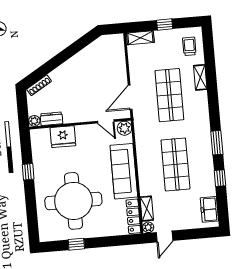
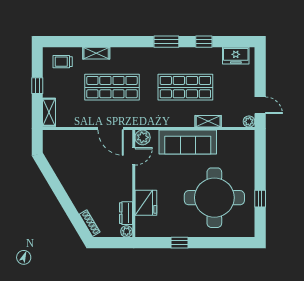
shelving: (147, 209) -> (208, 121), moved
locker: (133, 216) -> (236, 136), removed

